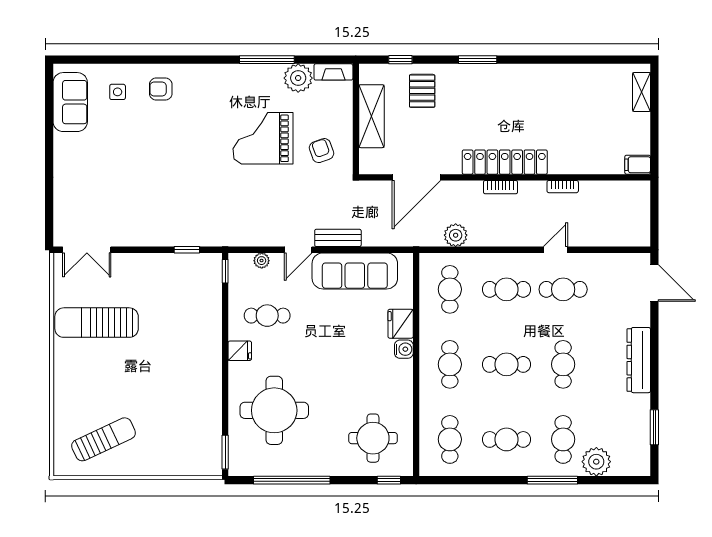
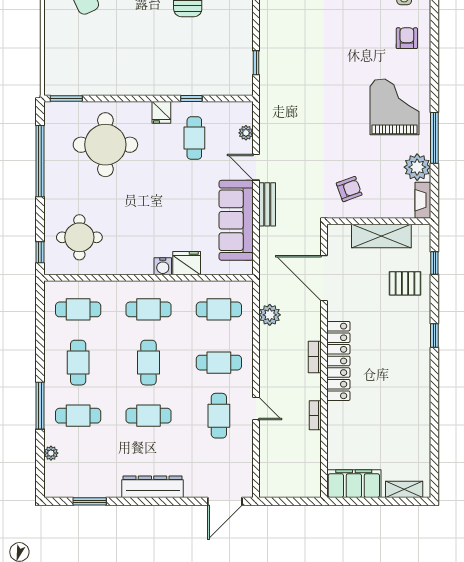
window: (478, 60) -> (434, 336), width x0.67
grand piano: (263, 138) -> (395, 107), moved
filing cabinet: (638, 165) -> (354, 484), width x3.00, depth x1.17
window: (225, 271) -> (191, 99), moved
cafe table: (506, 289) -> (219, 363), turned 90
plant: (596, 462) -> (51, 453), width x0.53, depth x0.53

